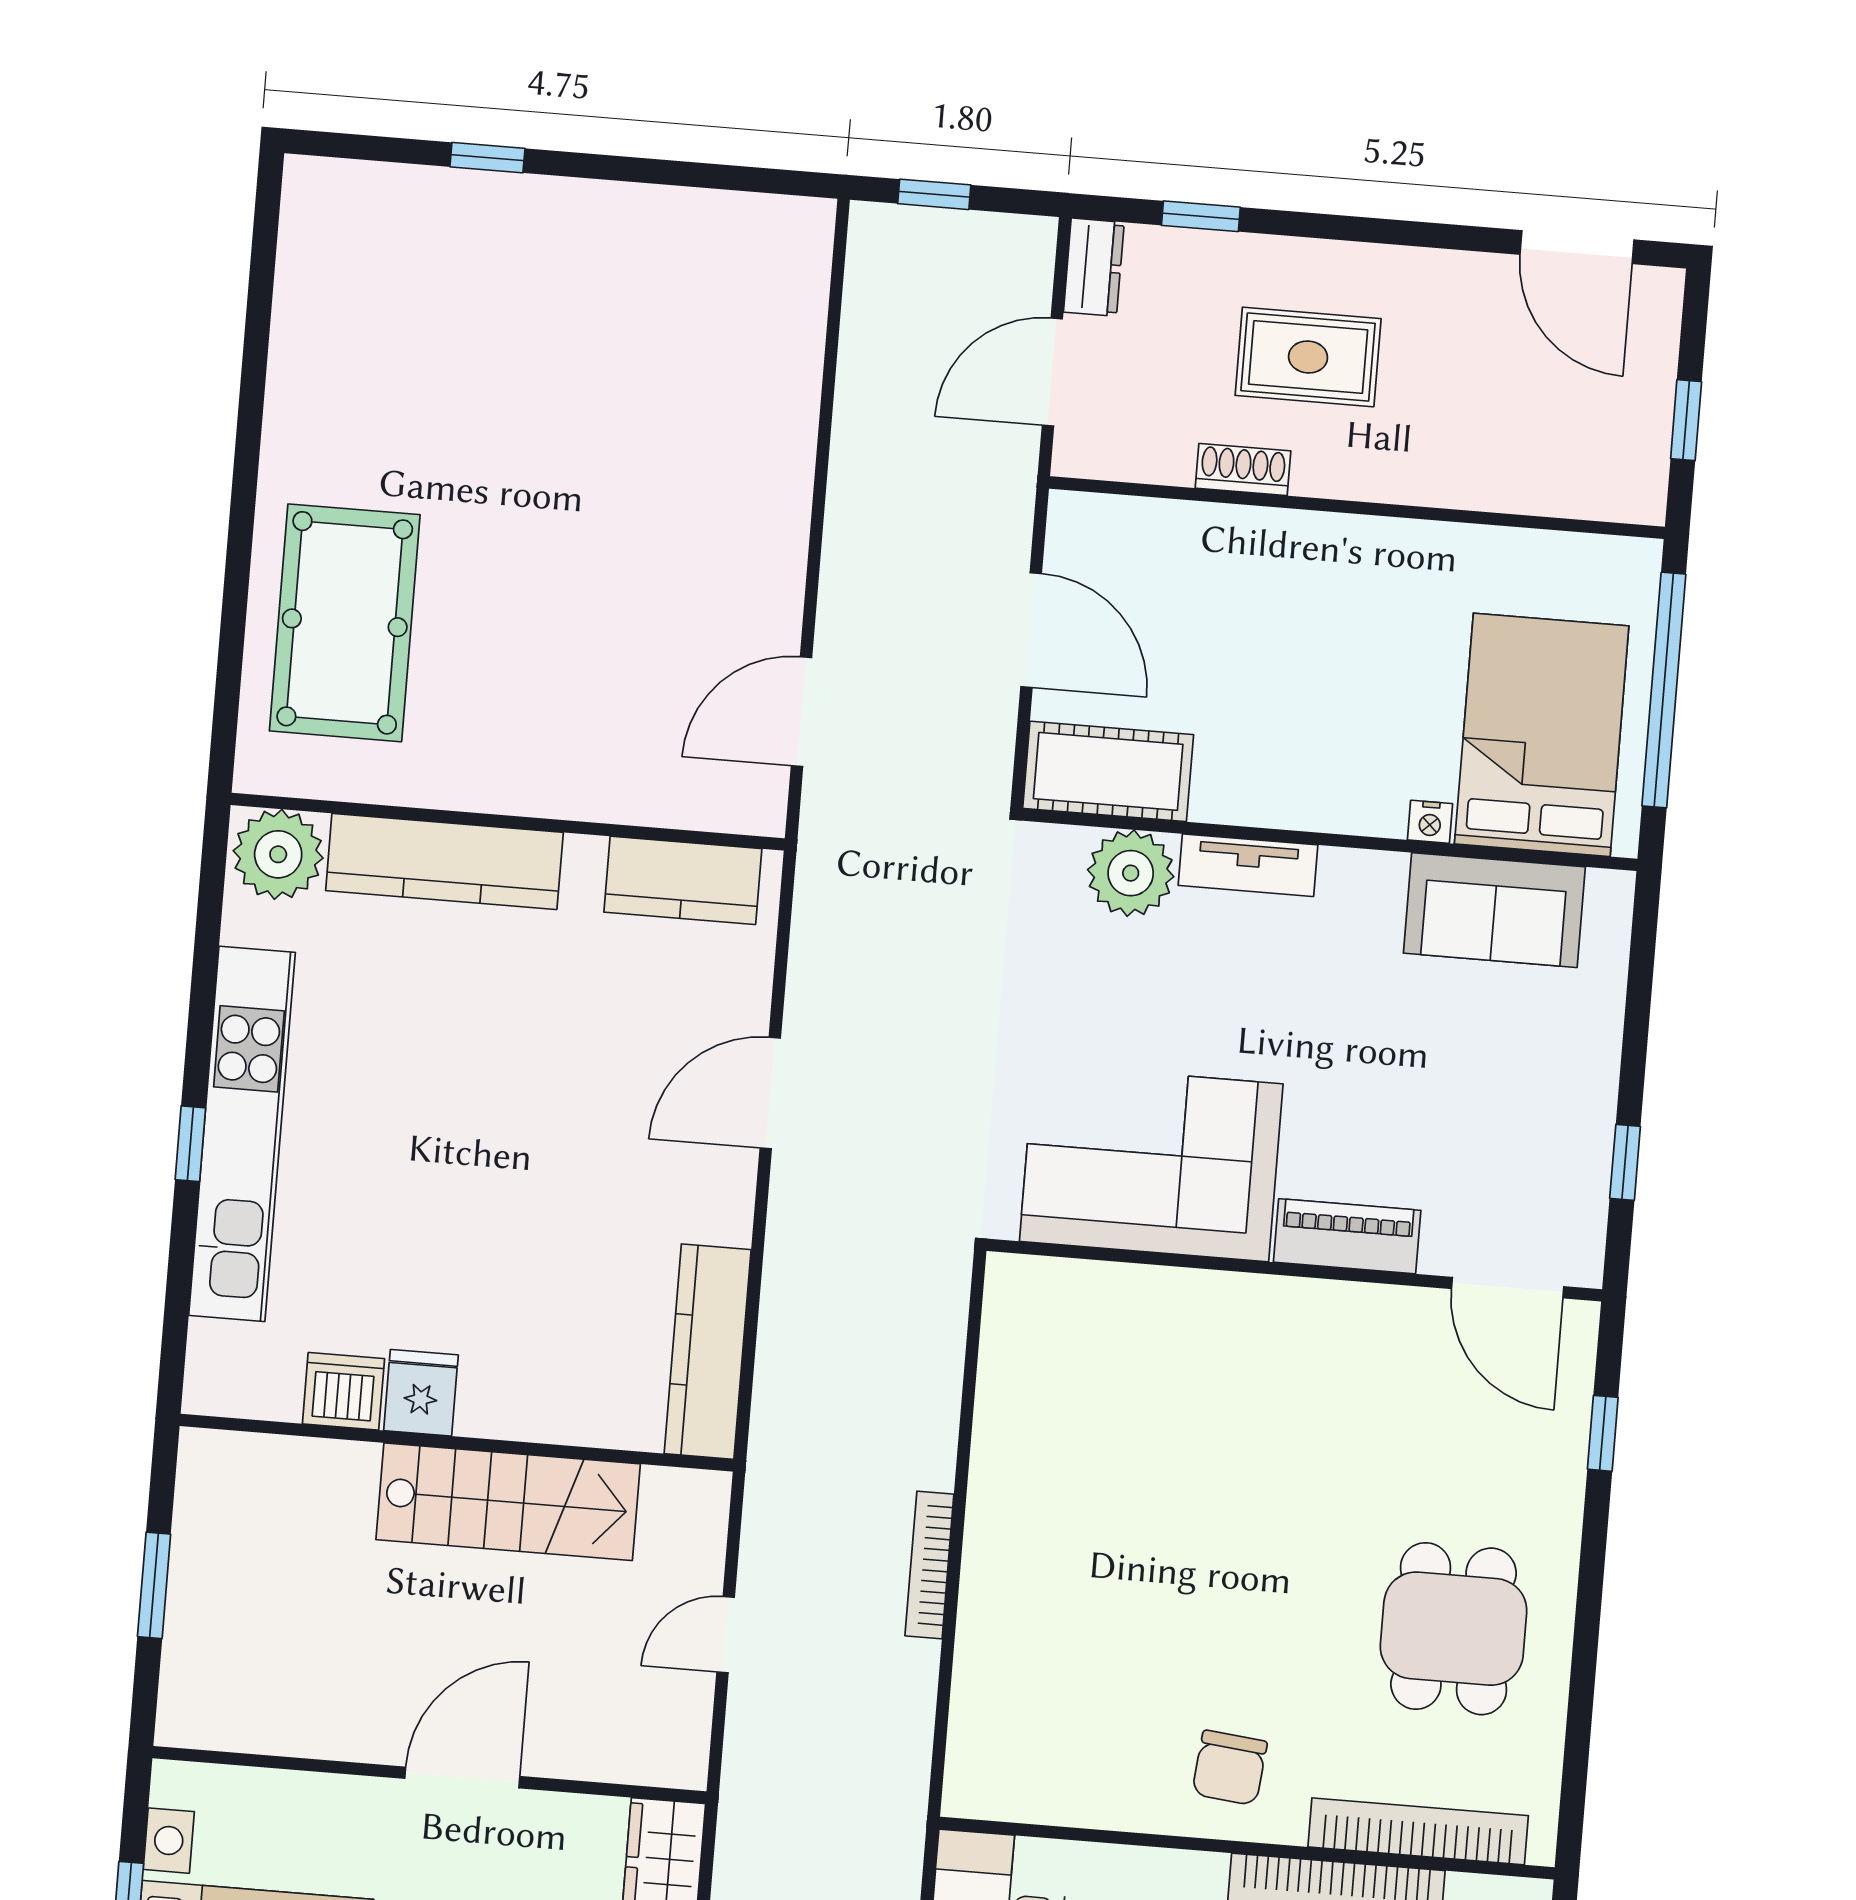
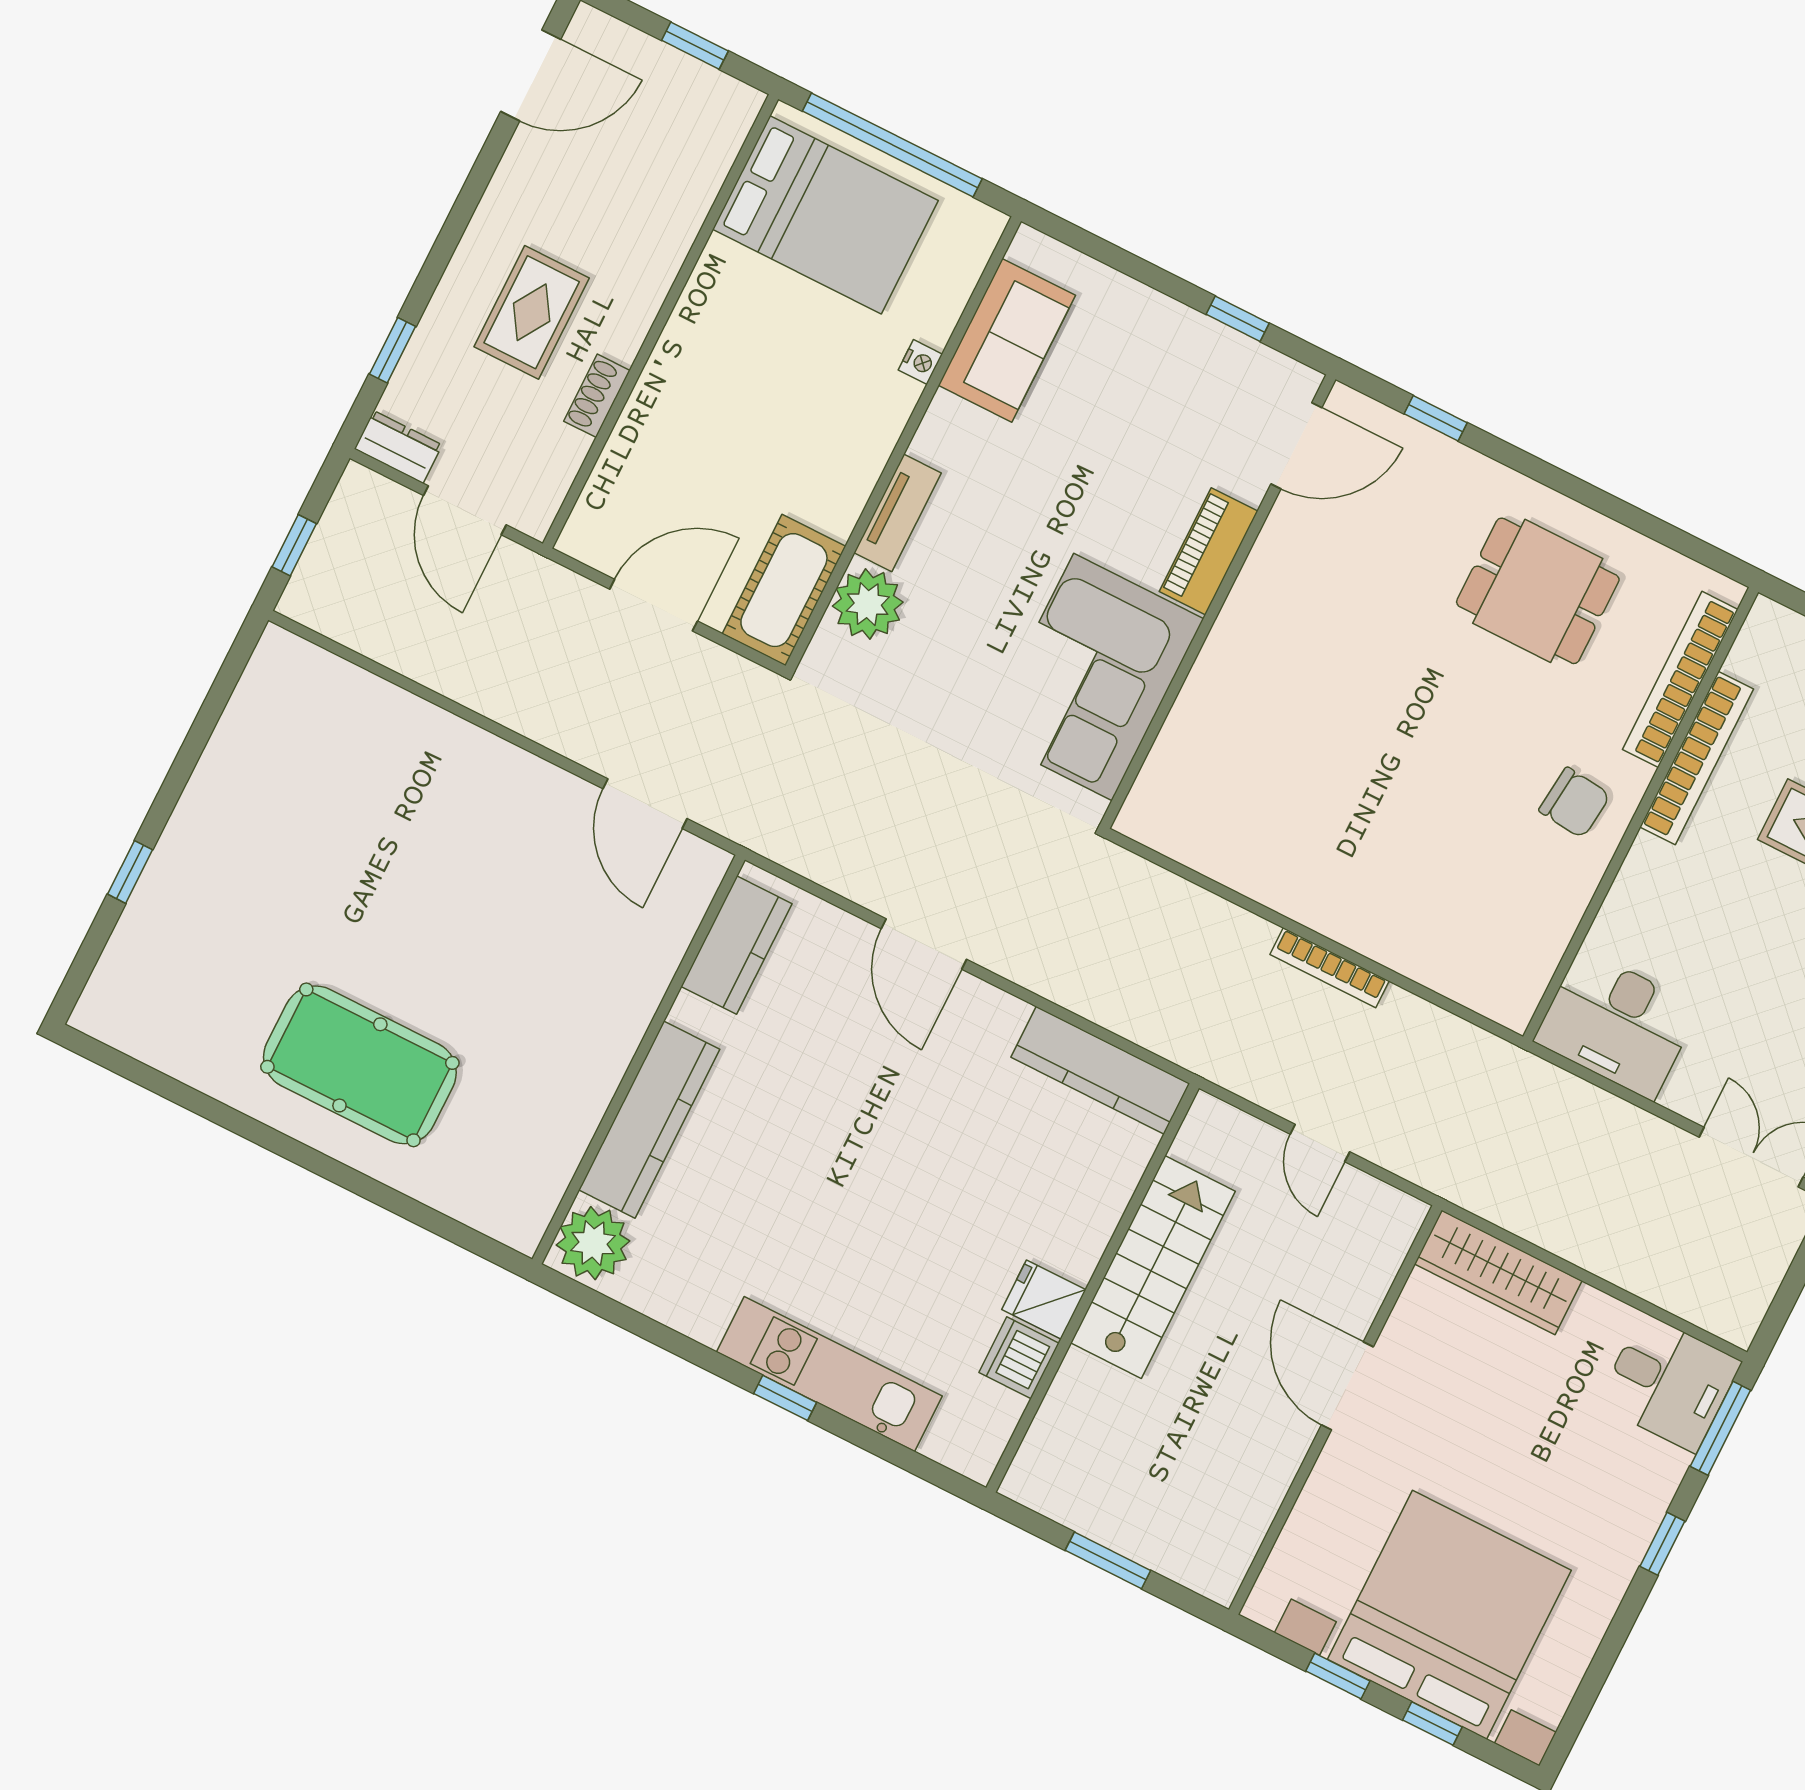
pool table: (345, 623) -> (360, 1065), moved
bed: (1542, 735) -> (825, 215), moved, turned 180
kitchen unit: (242, 1134) -> (829, 1374), width x0.73

